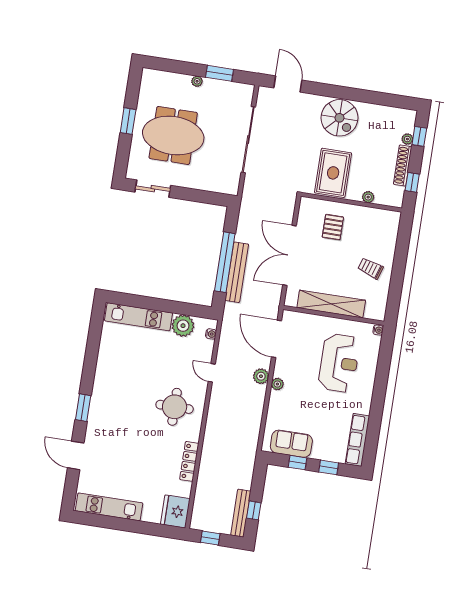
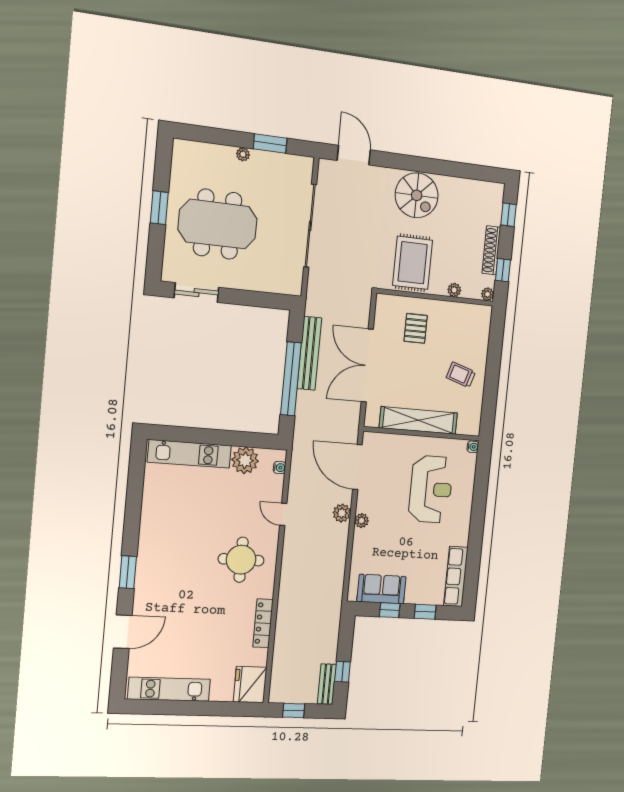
plant: (407, 139) -> (488, 294), moved
bench: (237, 272) -> (309, 353), moved
door: (76, 455) -> (123, 632), swing flipped
bench: (241, 513) -> (327, 684), width x0.73

